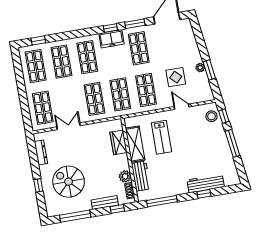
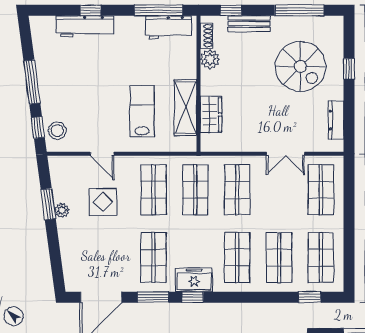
workbench: (141, 176) -> (168, 27), moved, turned -90

